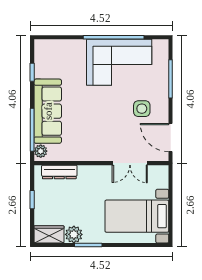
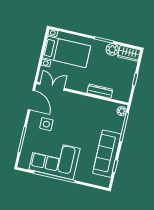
sofa: (48, 111) -> (107, 154), moved
double door: (130, 163) -> (52, 86), moved
dresser: (59, 172) -> (100, 91), moved

